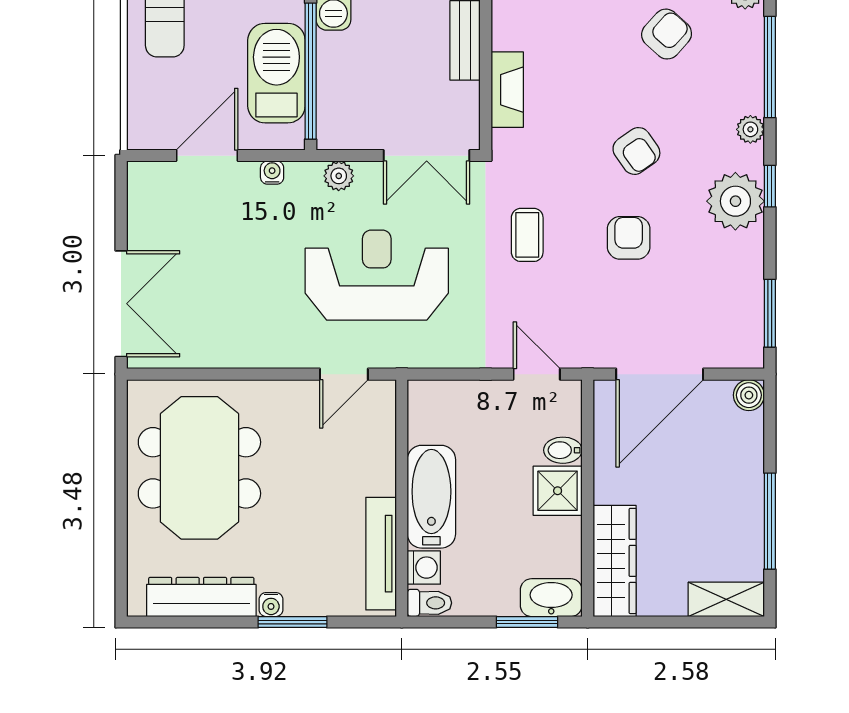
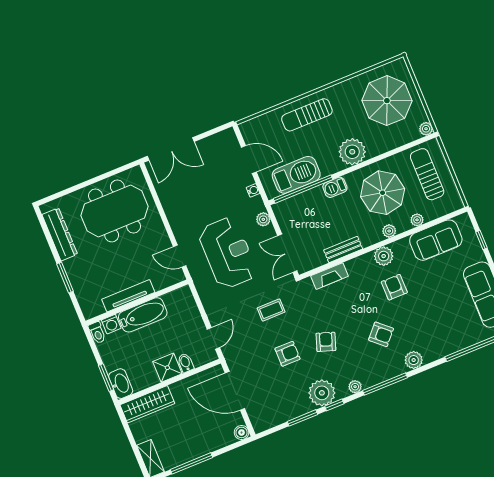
armchair: (636, 151) -> (326, 342), turned 144
window: (770, 313) -> (302, 418), moved
tv unit: (381, 554) -> (128, 296), moved
water cooler: (271, 605) -> (69, 265), removed

